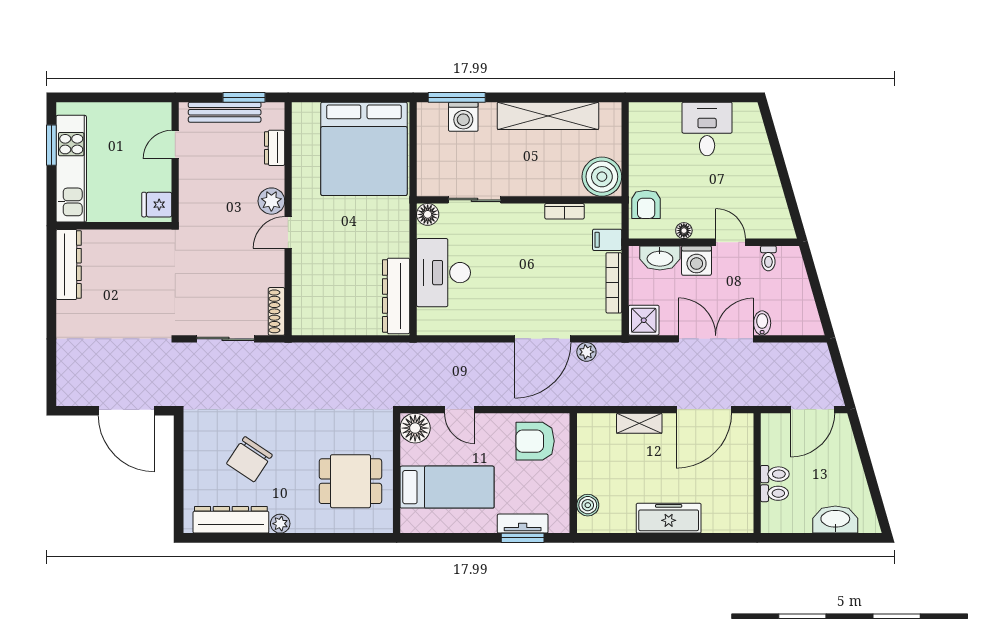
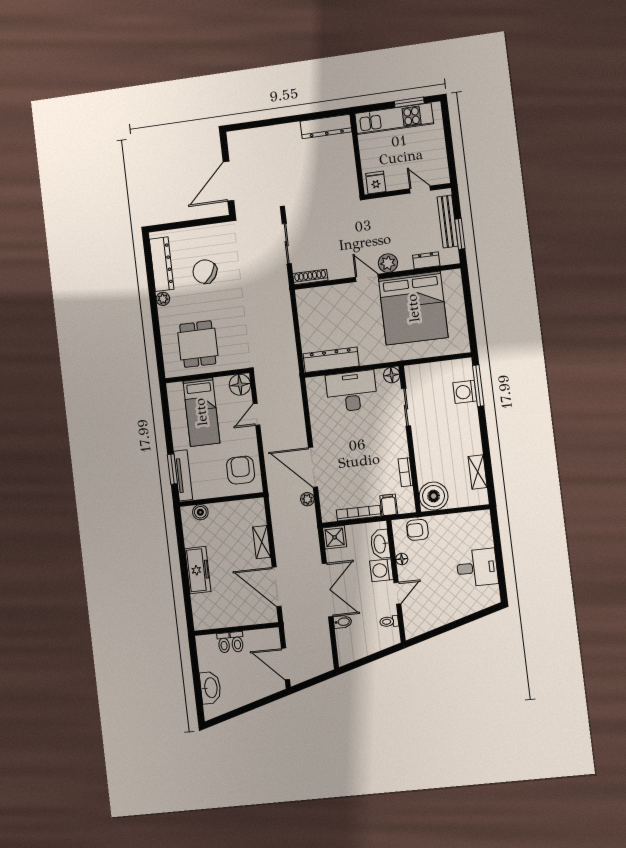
shelving: (548, 116) -> (478, 472), width x0.45, depth x0.75
bed: (364, 149) -> (413, 308), moved, turned -90
tv unit: (523, 524) -> (183, 475), width x1.41

